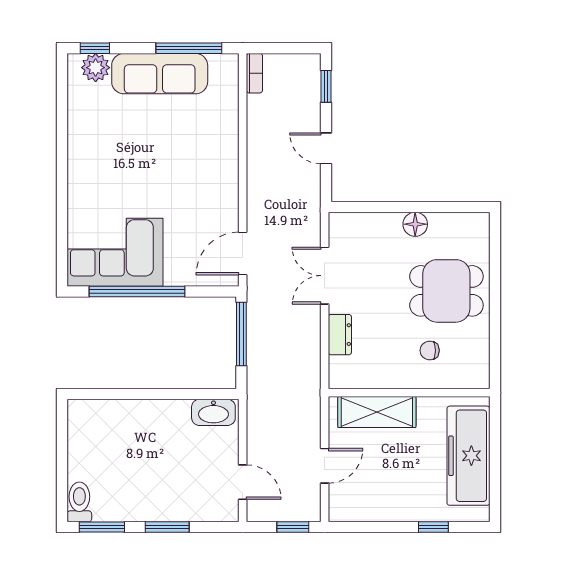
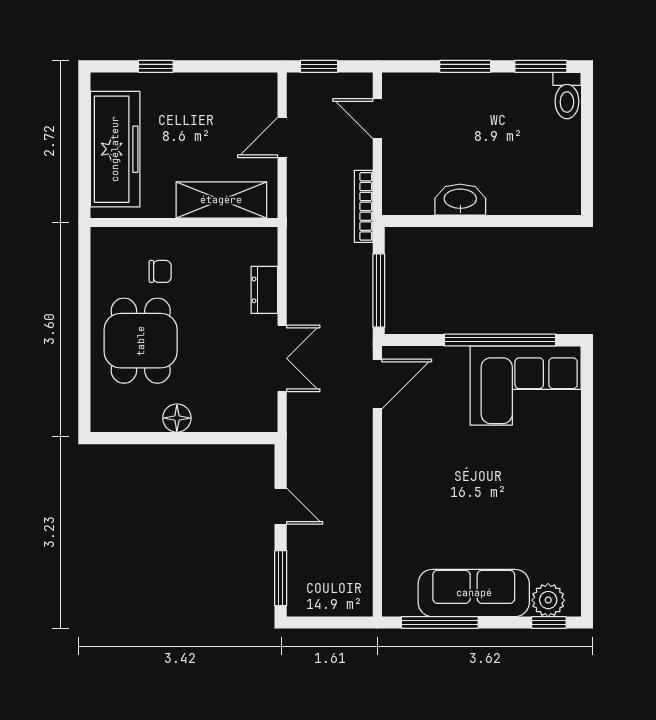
bookcase: (254, 73) -> (364, 206), moved, width x1.56
window: (326, 86) -> (281, 578), width x1.50
dining table: (446, 291) -> (141, 341), turned 90
washbasin: (213, 412) -> (460, 200), moved

